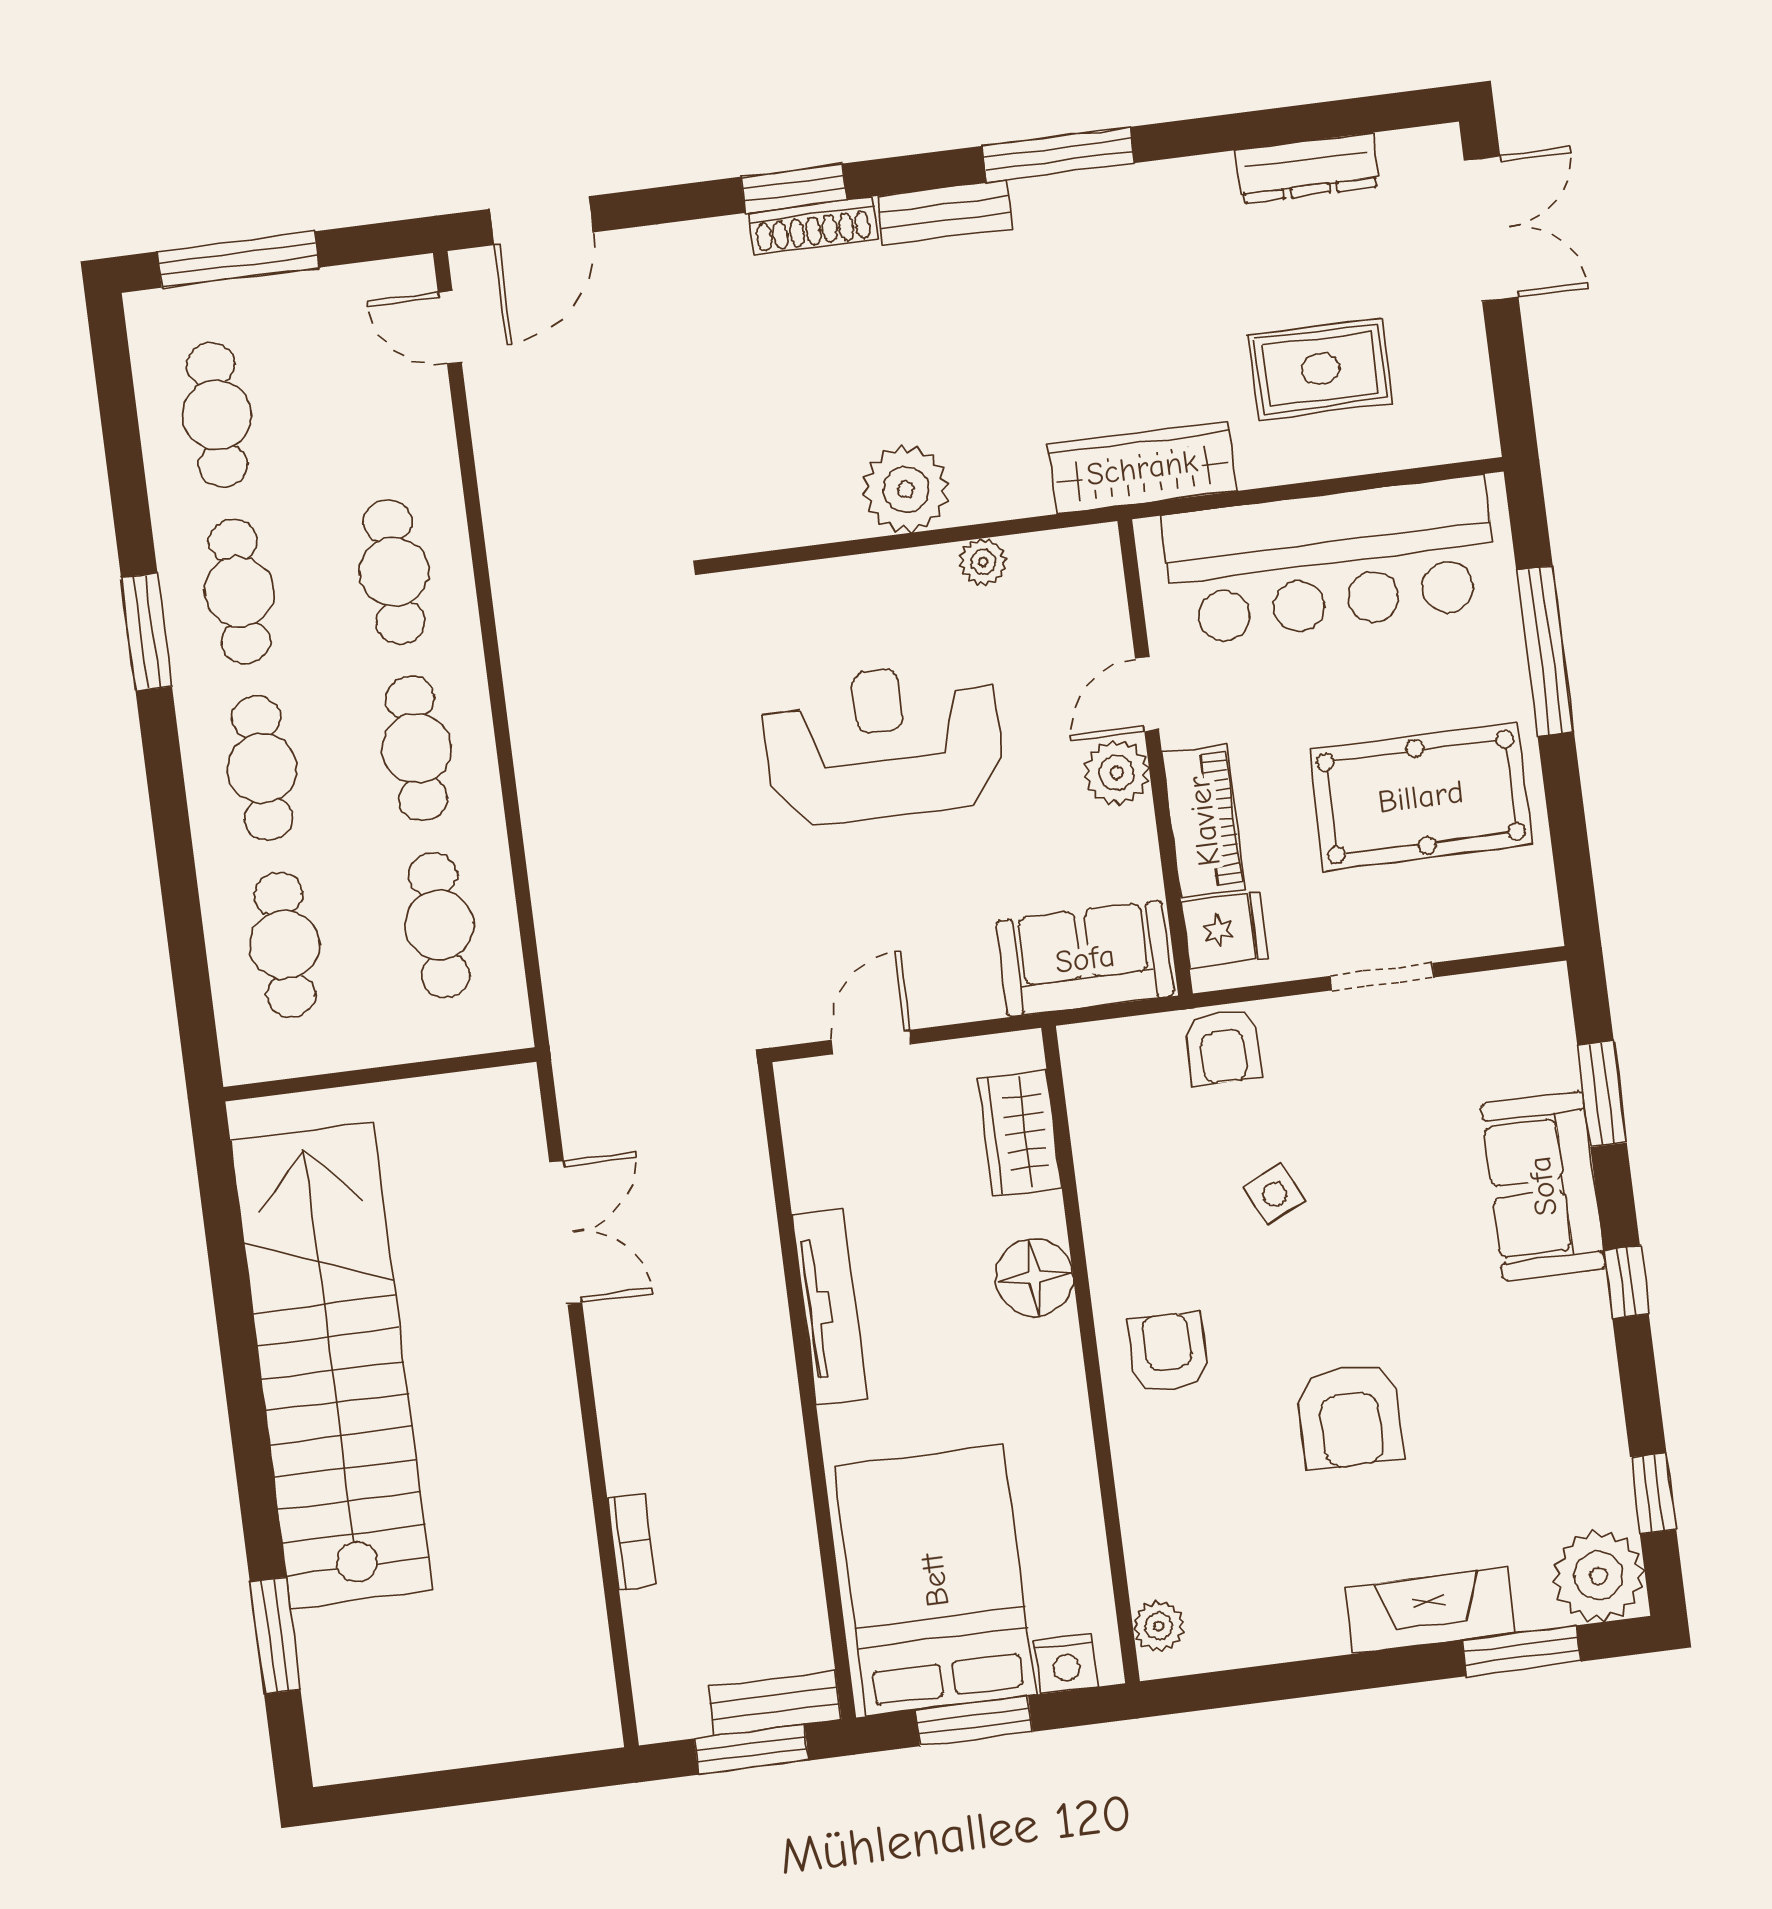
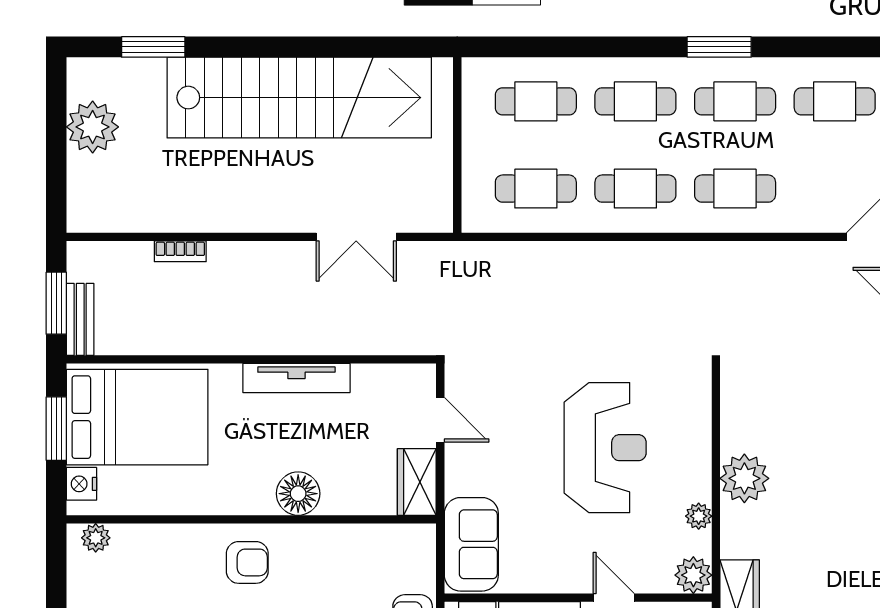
plant: (1116, 773) -> (693, 575), moved
wardrobe: (1020, 1132) -> (417, 482), moved, turned -90
plant: (431, 1725) -> (93, 127), added

